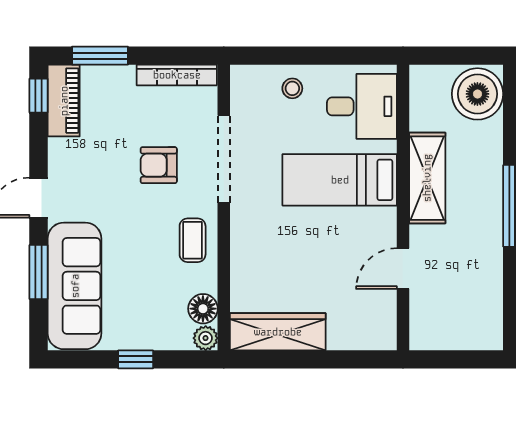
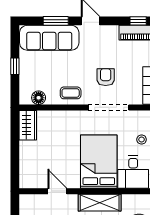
bed: (340, 180) -> (99, 162), width x1.50
wardrobe: (278, 332) -> (28, 125), width x0.67
plant: (206, 338) -> (25, 99), removed

